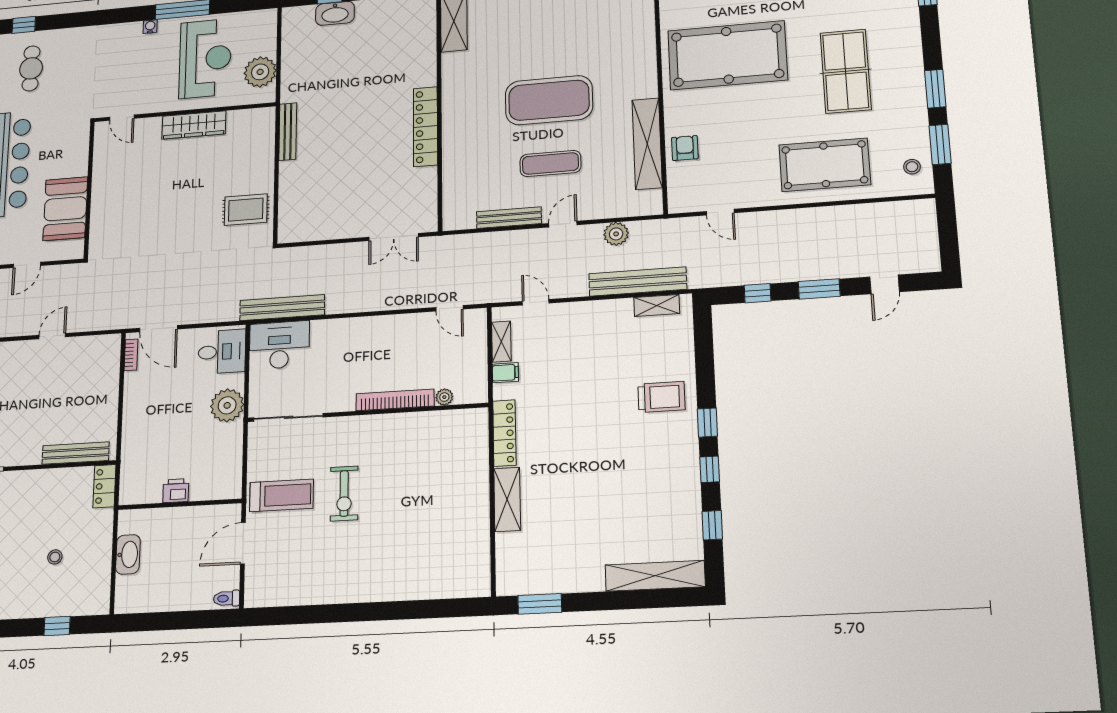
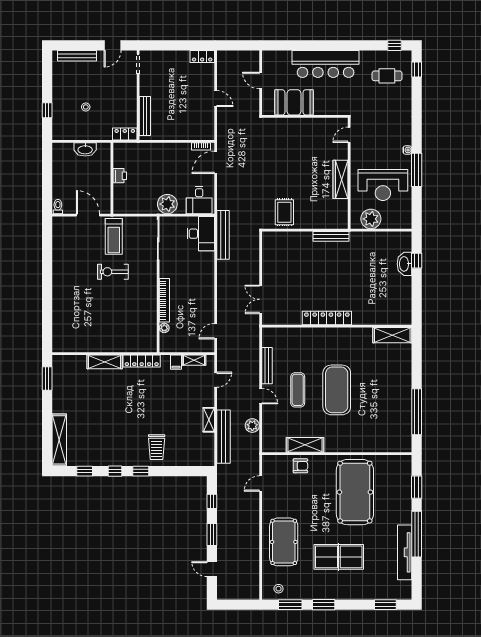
shelving: (647, 144) -> (305, 445), width x0.68
shelving: (657, 306) -> (209, 420), moved

